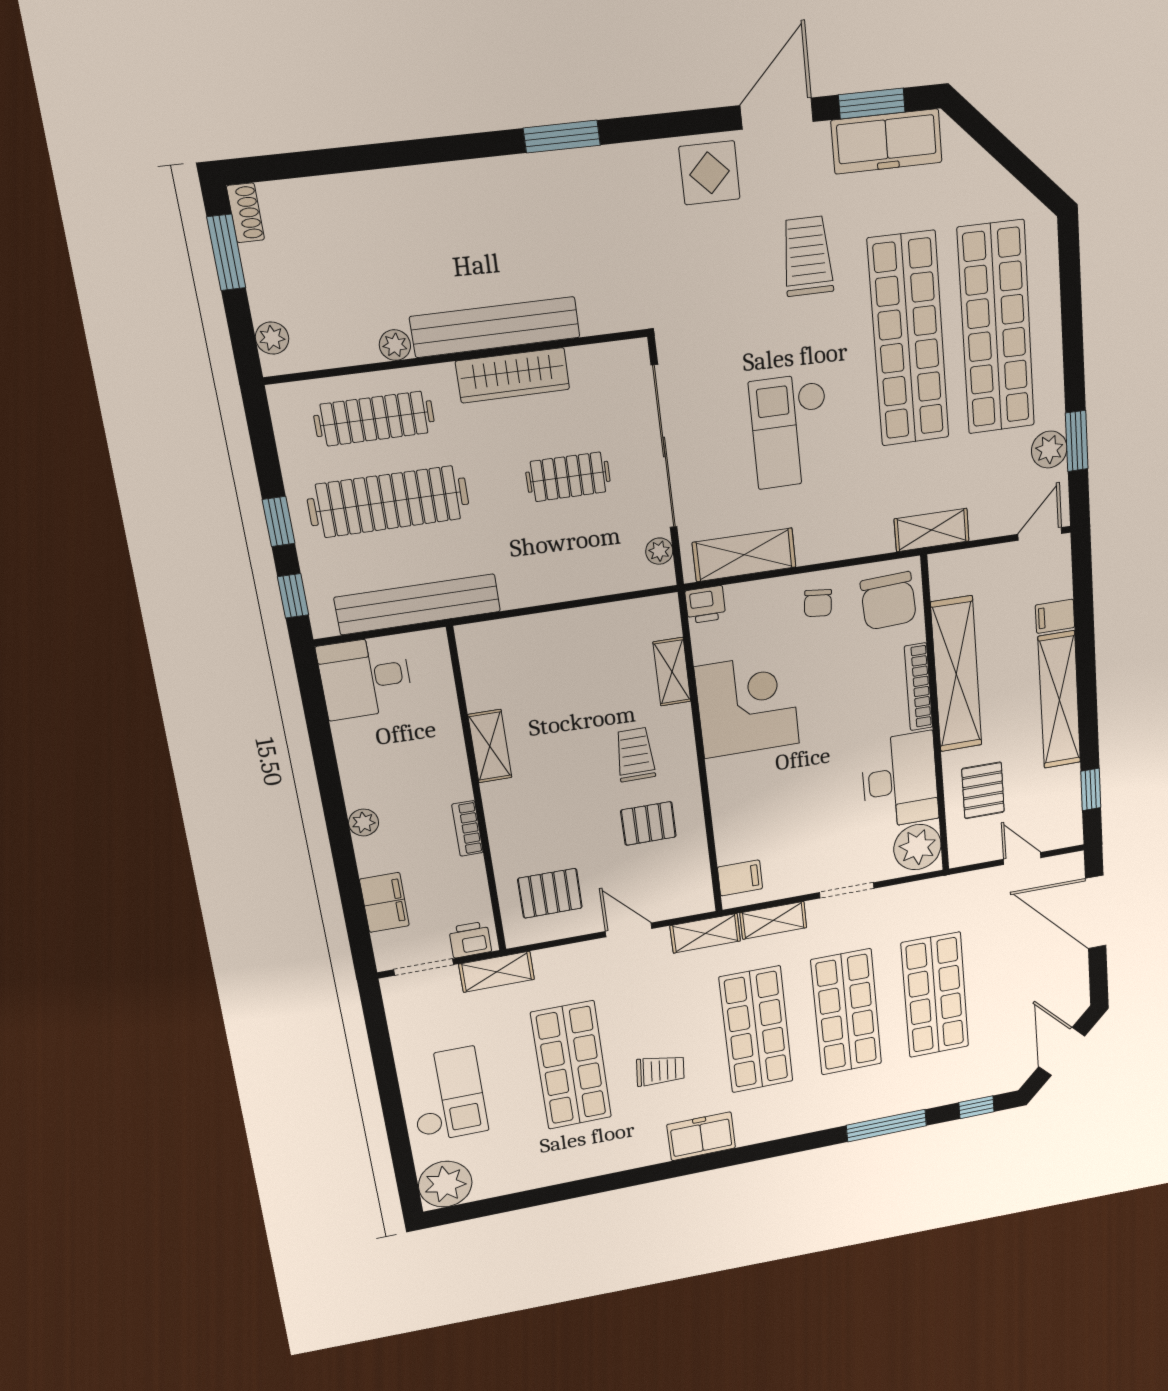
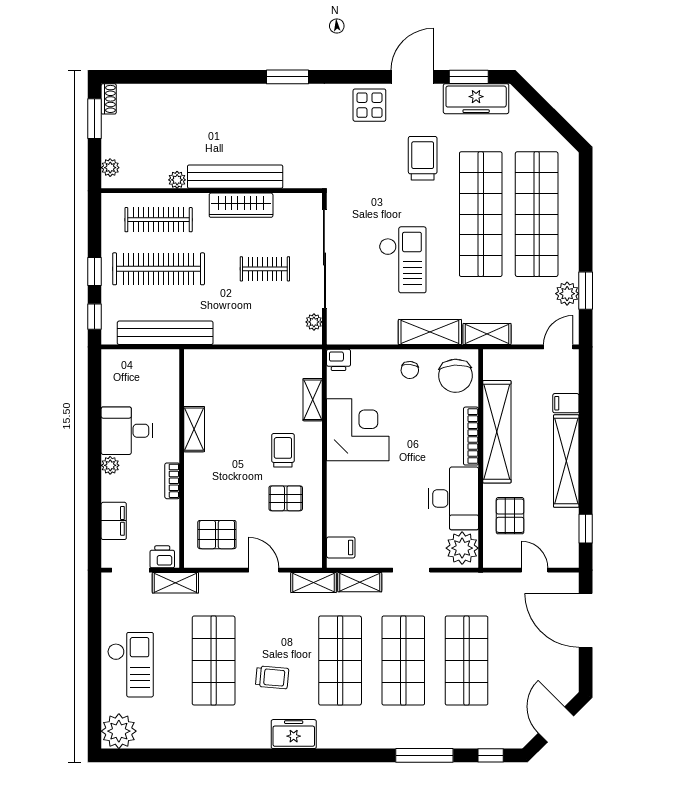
checkout: (791, 431) -> (403, 260), turned 180
shelving: (744, 555) -> (430, 332), moved
desk: (365, 678) -> (127, 431), moved

